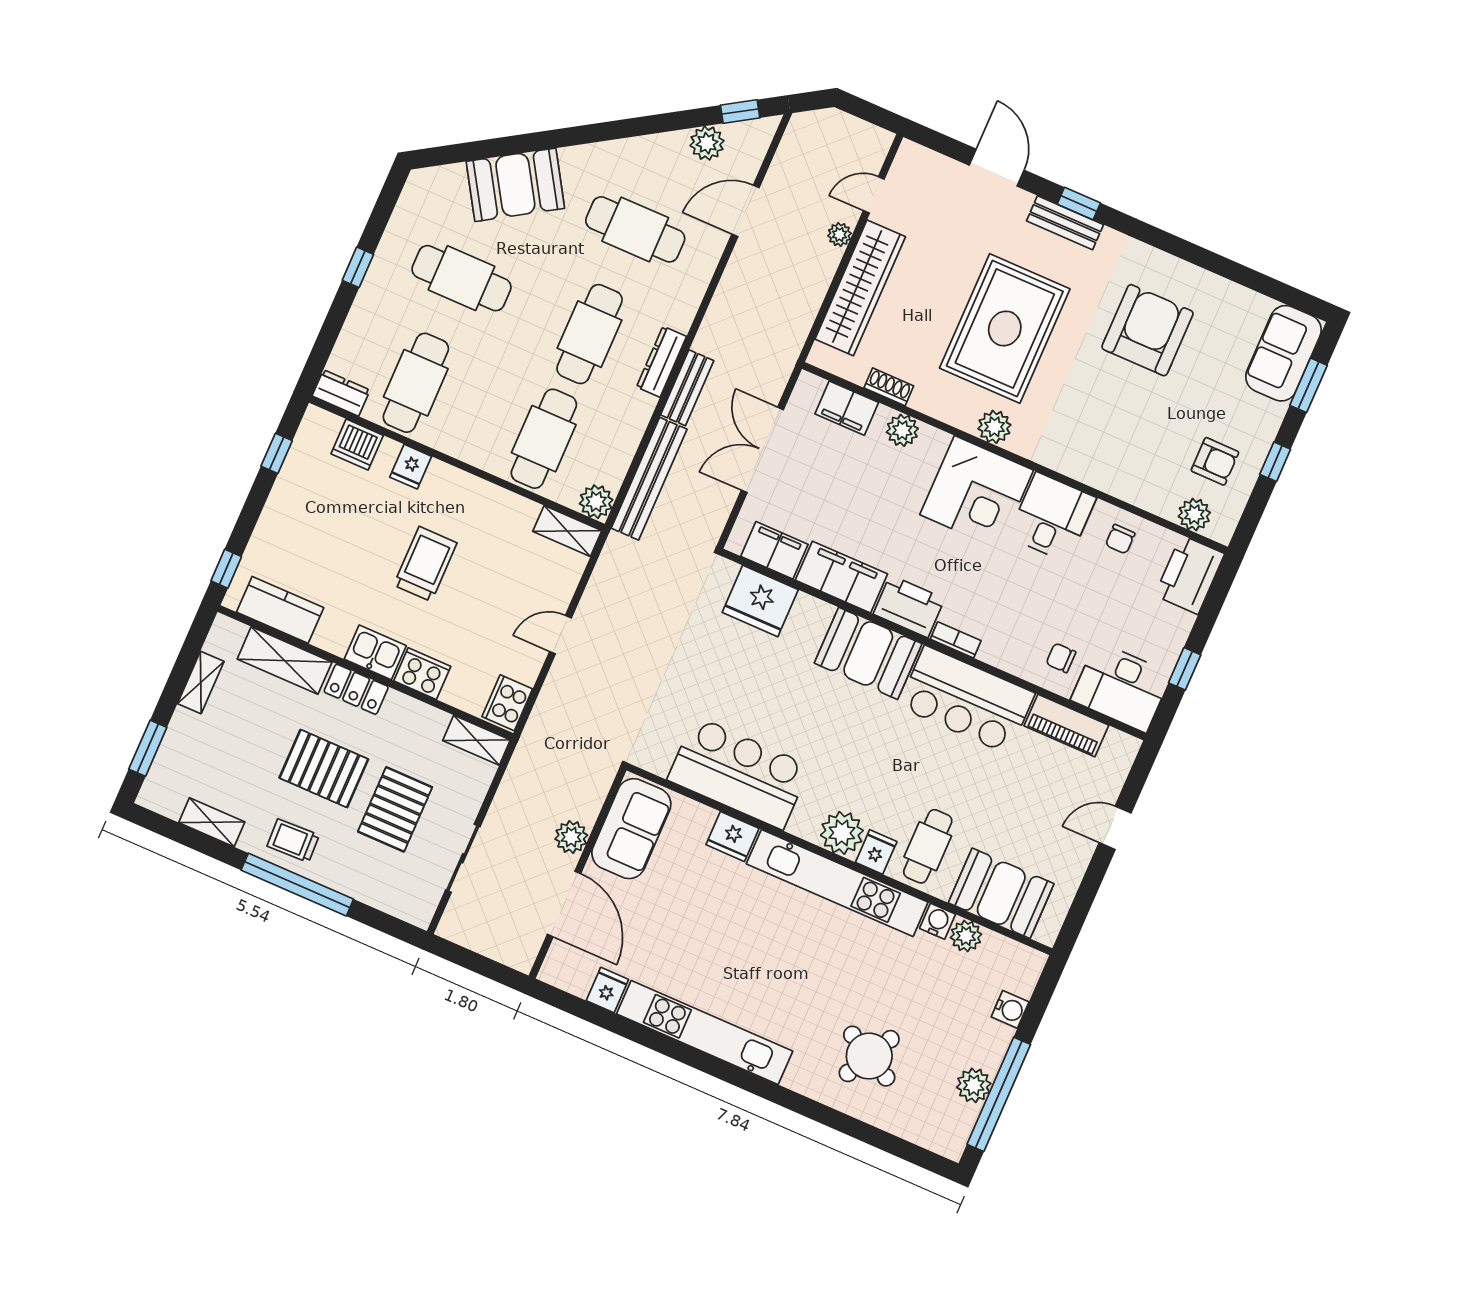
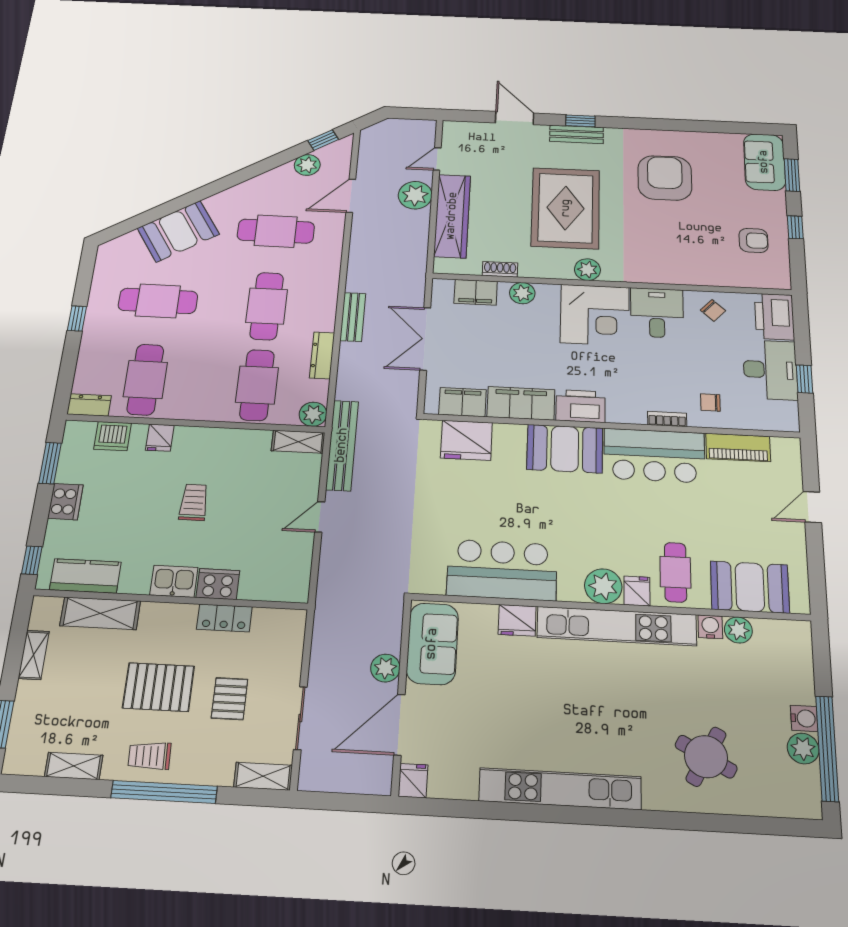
plant: (840, 235) -> (415, 195), width x1.88, depth x1.88
dresser: (661, 362) -> (322, 355), moved
window: (277, 453) -> (50, 463), width x1.50
bench: (649, 479) -> (342, 445), moved
plant: (1194, 515) -> (757, 278), removed
chair: (1120, 539) -> (713, 310), turned -47
trolley: (425, 564) -> (194, 502), width x0.73, depth x0.72
bookcase: (956, 640) -> (667, 419), moved
desk: (1121, 687) -> (770, 370), moved, turned -90
locker: (356, 689) -> (224, 618), moved
cooker: (507, 703) -> (65, 502), moved, turned 180
shelving: (476, 740) -> (263, 776), moved
pallet: (395, 809) -> (230, 699), width x0.67, depth x0.71
door: (564, 904) -> (399, 725), swing flipped
fridge: (607, 990) -> (413, 781), moved
water cooler: (1010, 1009) -> (804, 718), moved

